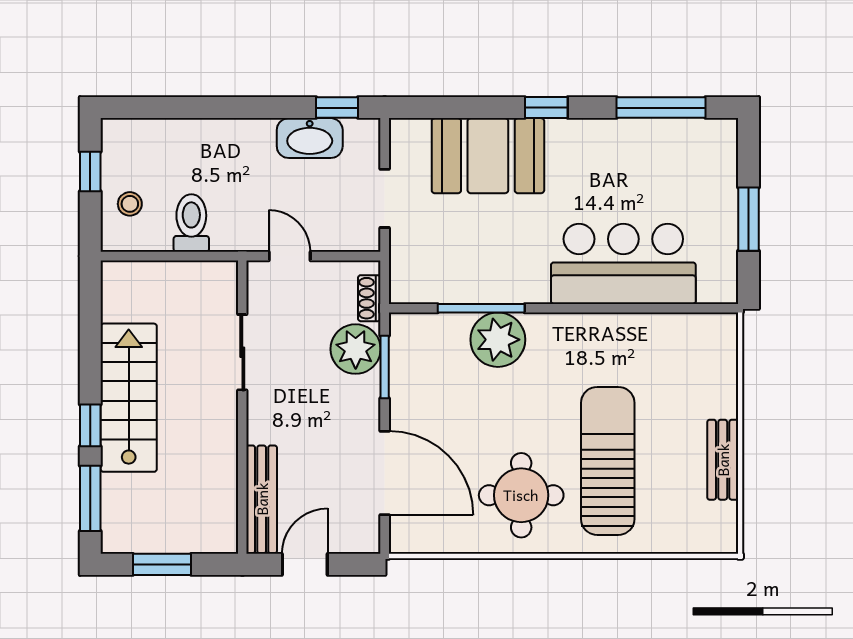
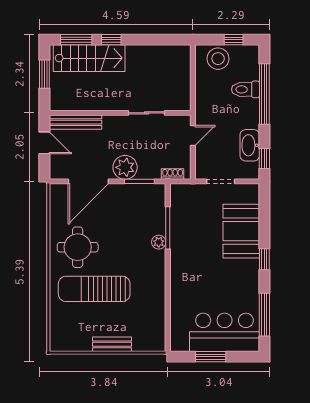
window: (203, 108) -> (264, 94), added
stool: (130, 204) -> (218, 59), width x1.89, depth x1.89
toilet: (191, 223) -> (245, 89), moved, turned 180
bar counter: (623, 264) -> (225, 332), moved, turned -90
plant: (498, 340) -> (159, 242), width x0.53, depth x0.53
plant: (356, 349) -> (125, 167), moved
stairs: (129, 398) -> (89, 58), moved
bench: (723, 460) -> (112, 344), moved
sun lounger: (608, 461) -> (94, 289), turned 180

